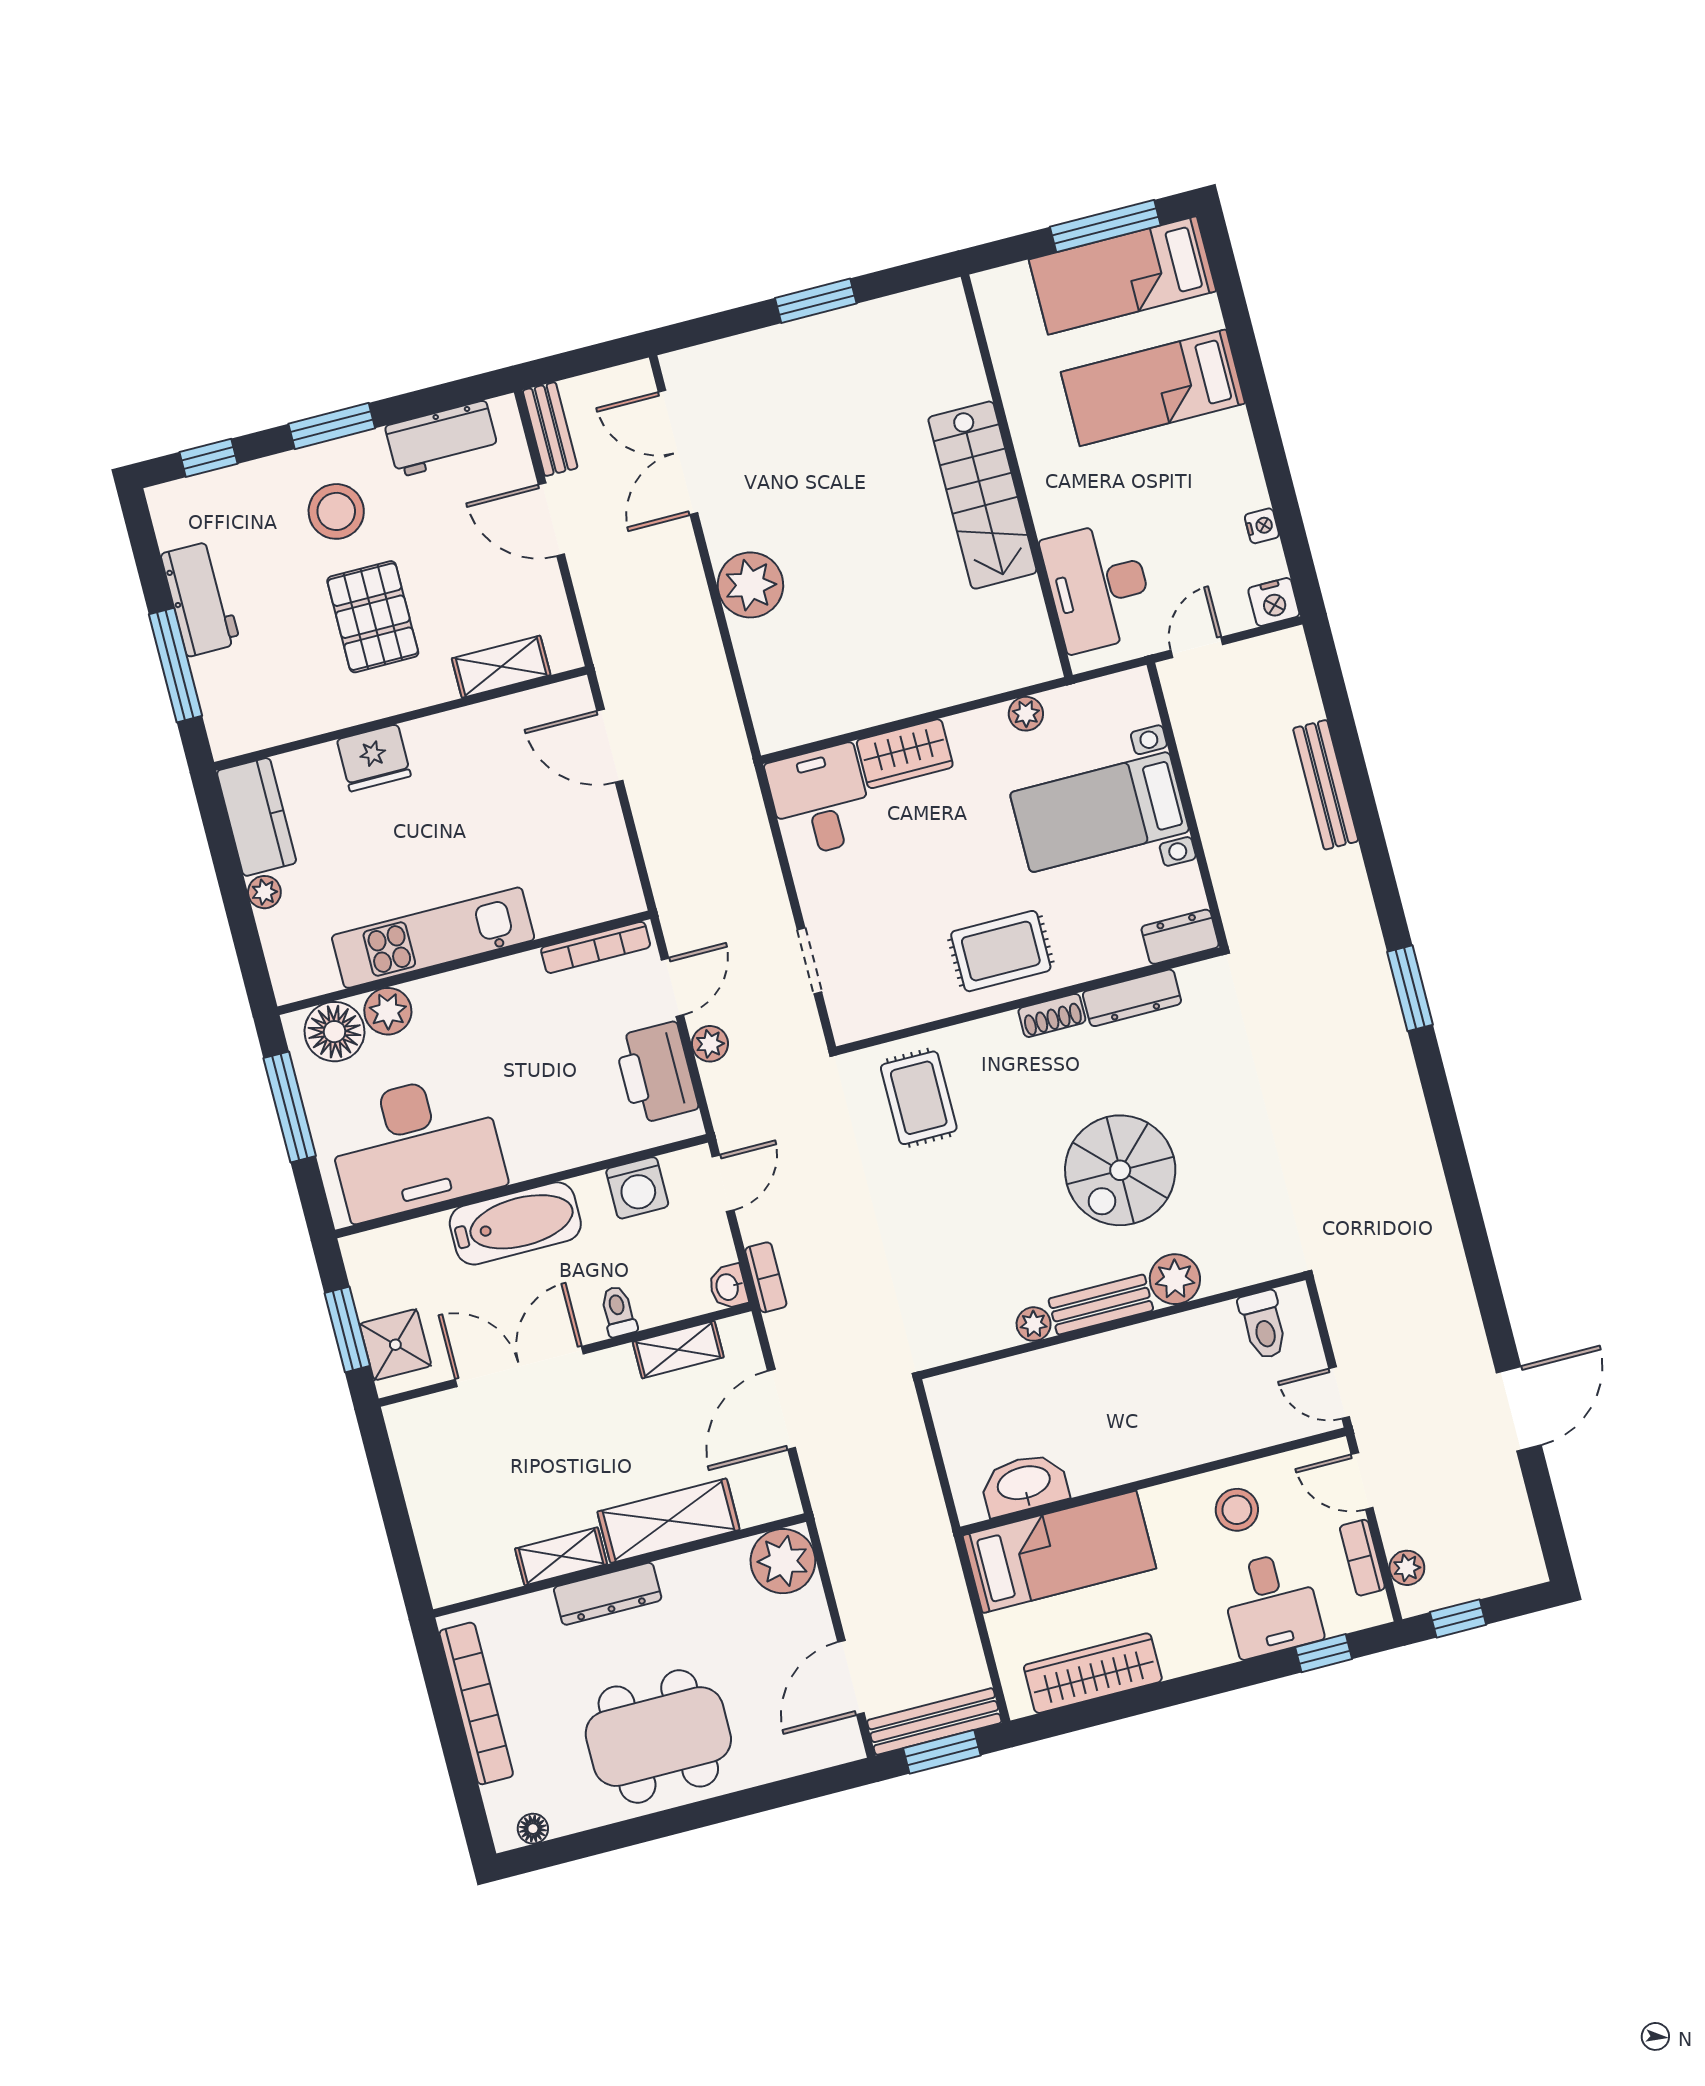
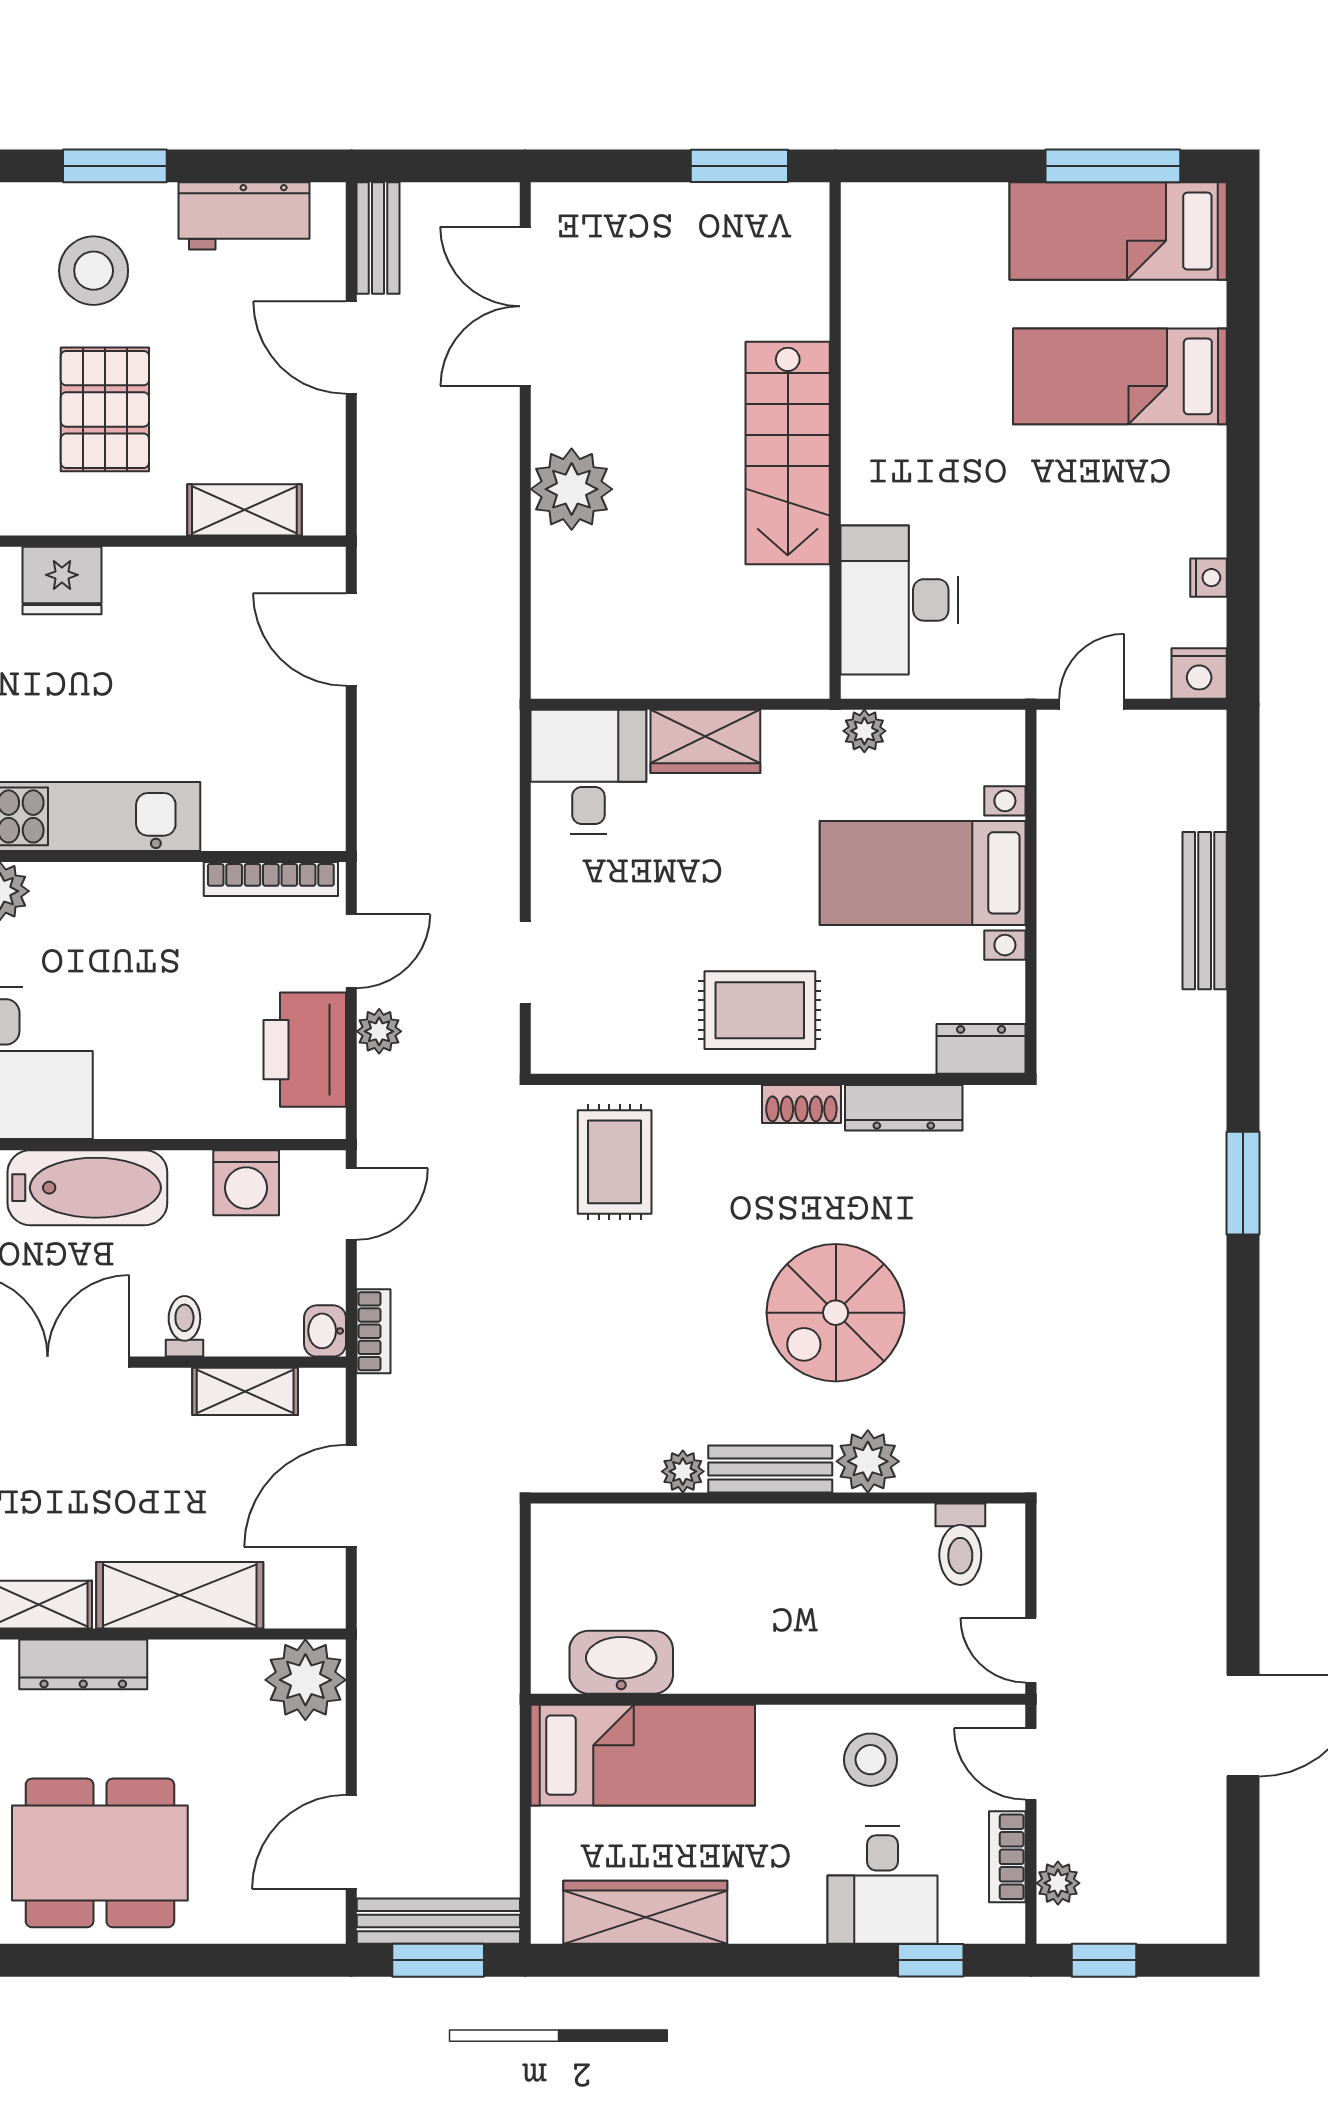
wall: (1017, 476) -> (835, 440), moved
stairs: (982, 495) -> (788, 453), moved
desk: (1098, 587) -> (899, 600), moved

